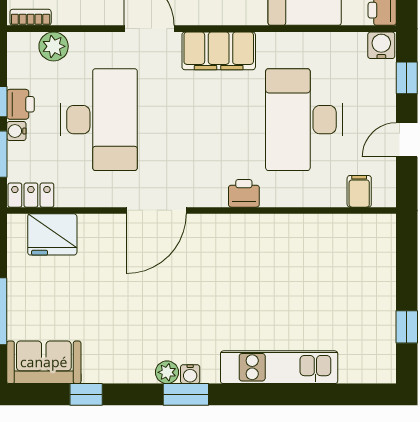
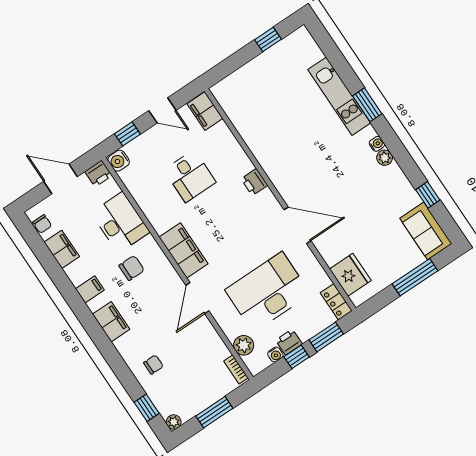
desk: (304, 120) -> (190, 176), width x0.53, depth x0.77
water cooler: (16, 131) -> (275, 355), moved
filing cabinet: (359, 191) -> (205, 111), width x2.00
window: (186, 394) -> (367, 105), moved

